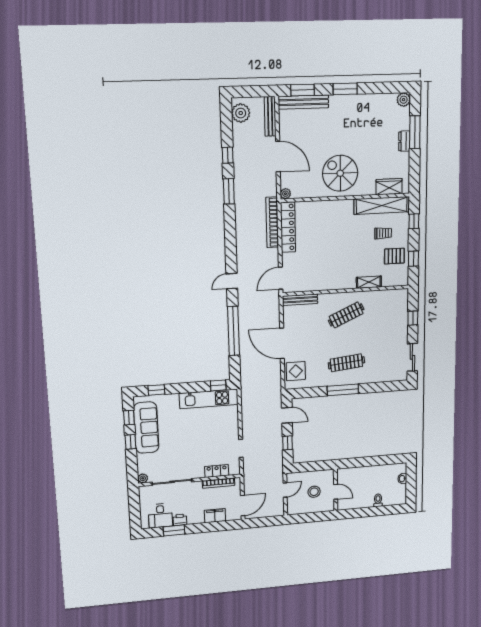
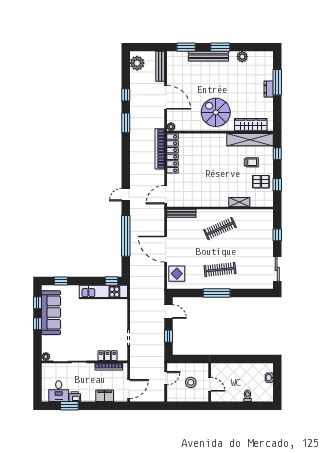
plant: (404, 100) -> (242, 57), moved
bench: (303, 102) -> (208, 56), moved
wardrobe: (389, 187) -> (251, 125), width x1.50

